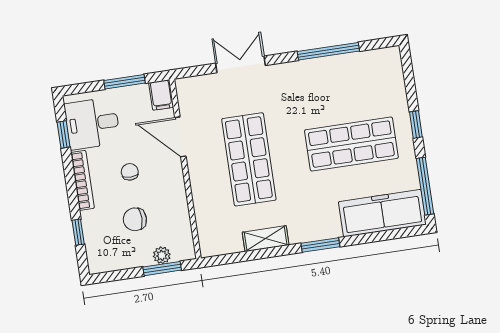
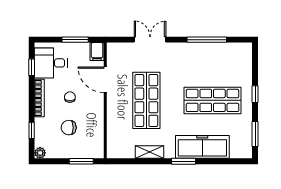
window: (425, 186) -> (255, 134), width x0.69
freezer: (382, 213) -> (202, 147), moved
plant: (162, 255) -> (40, 153), moved

